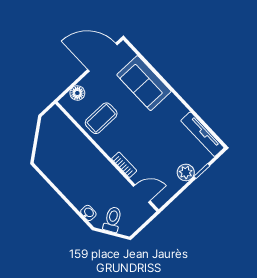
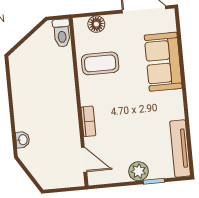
toilet: (113, 219) -> (62, 33), moved, turned 122

